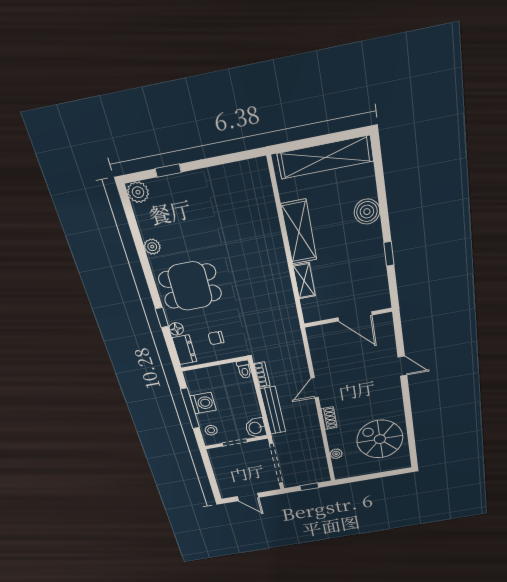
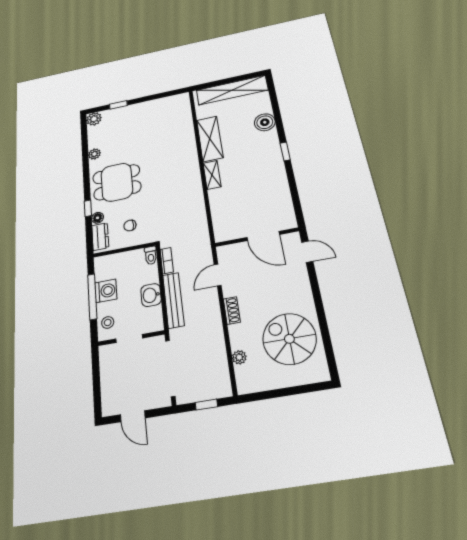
door: (355, 316) -> (263, 236), moved
wall: (348, 318) -> (257, 237), moved
washbasin: (256, 428) -> (151, 295), moved

